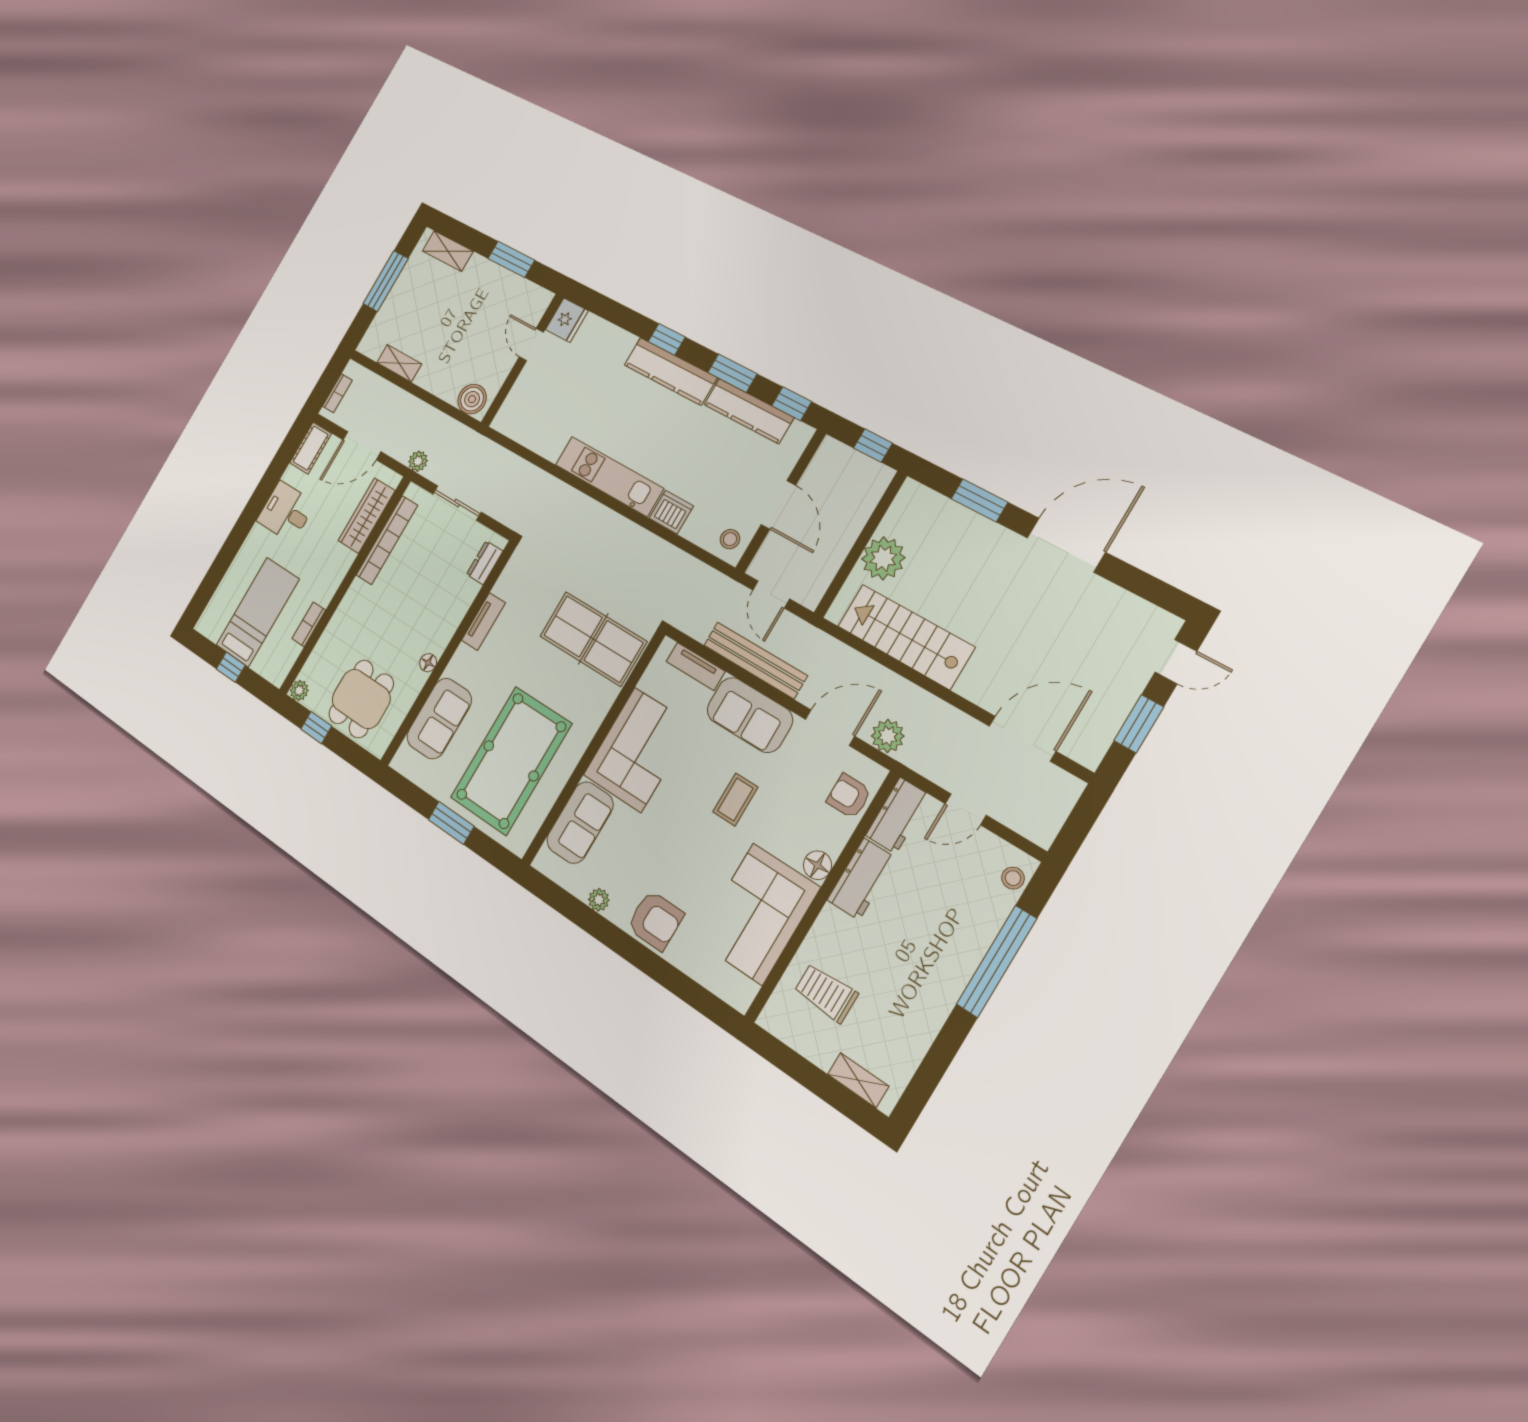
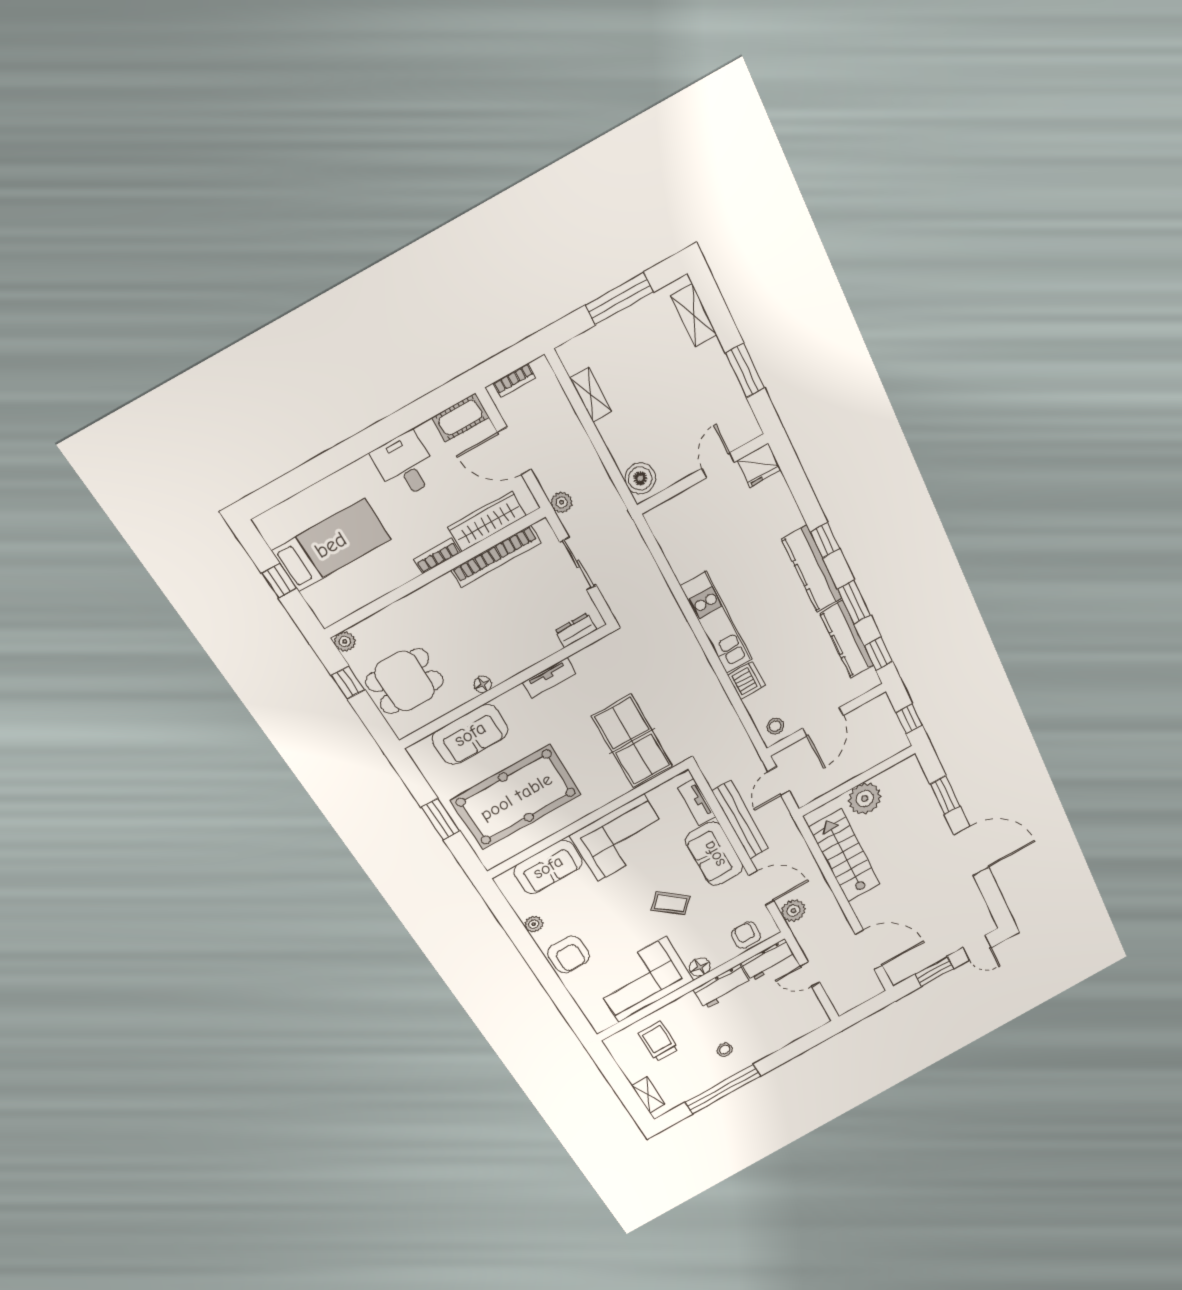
bookcase: (309, 624) -> (437, 556), moved
coffee table: (735, 799) -> (671, 903), turned 41
stool: (1013, 878) -> (725, 1050), moved
window: (997, 961) -> (723, 1089), moved

